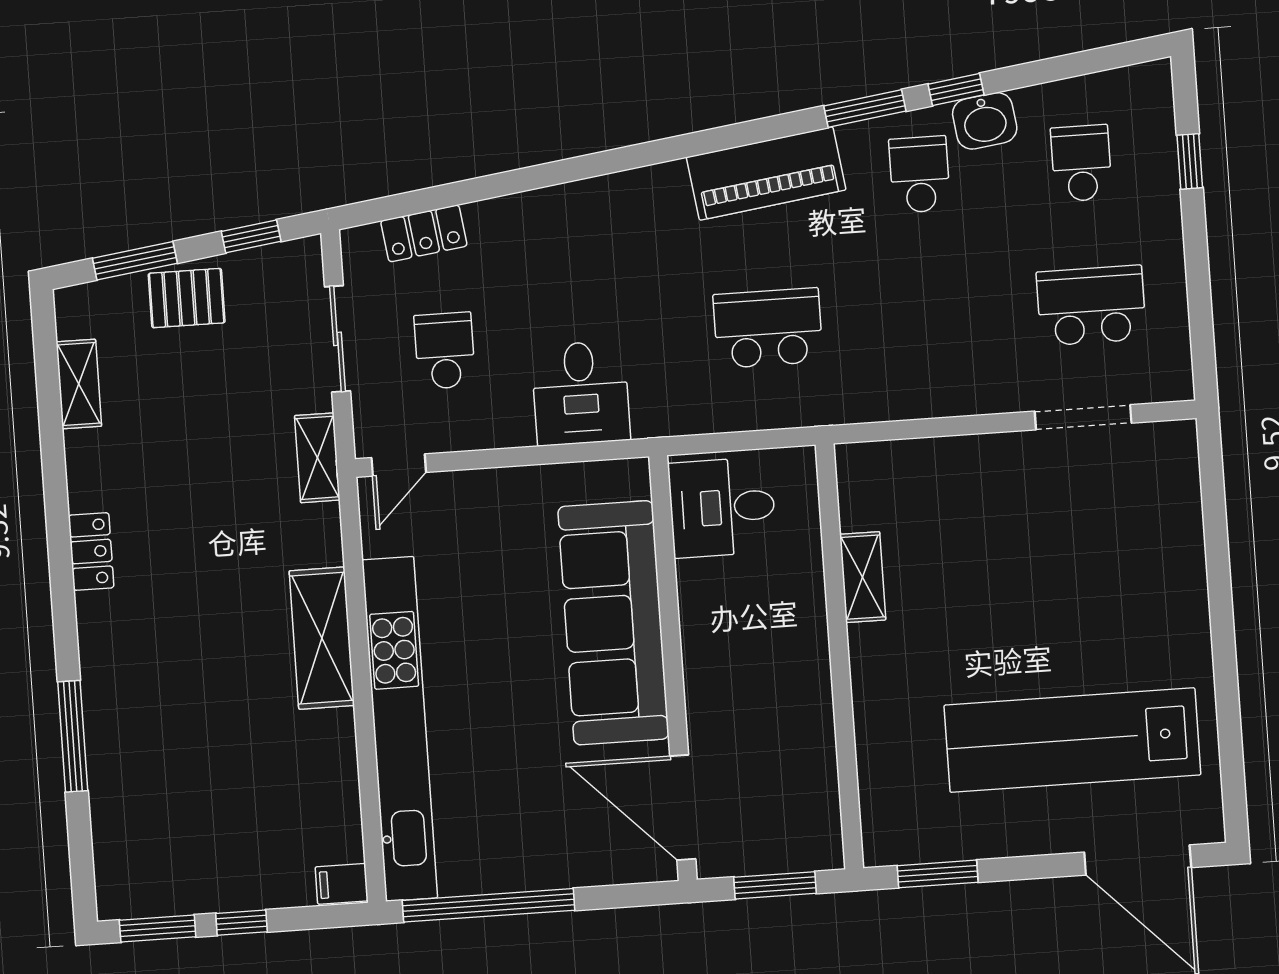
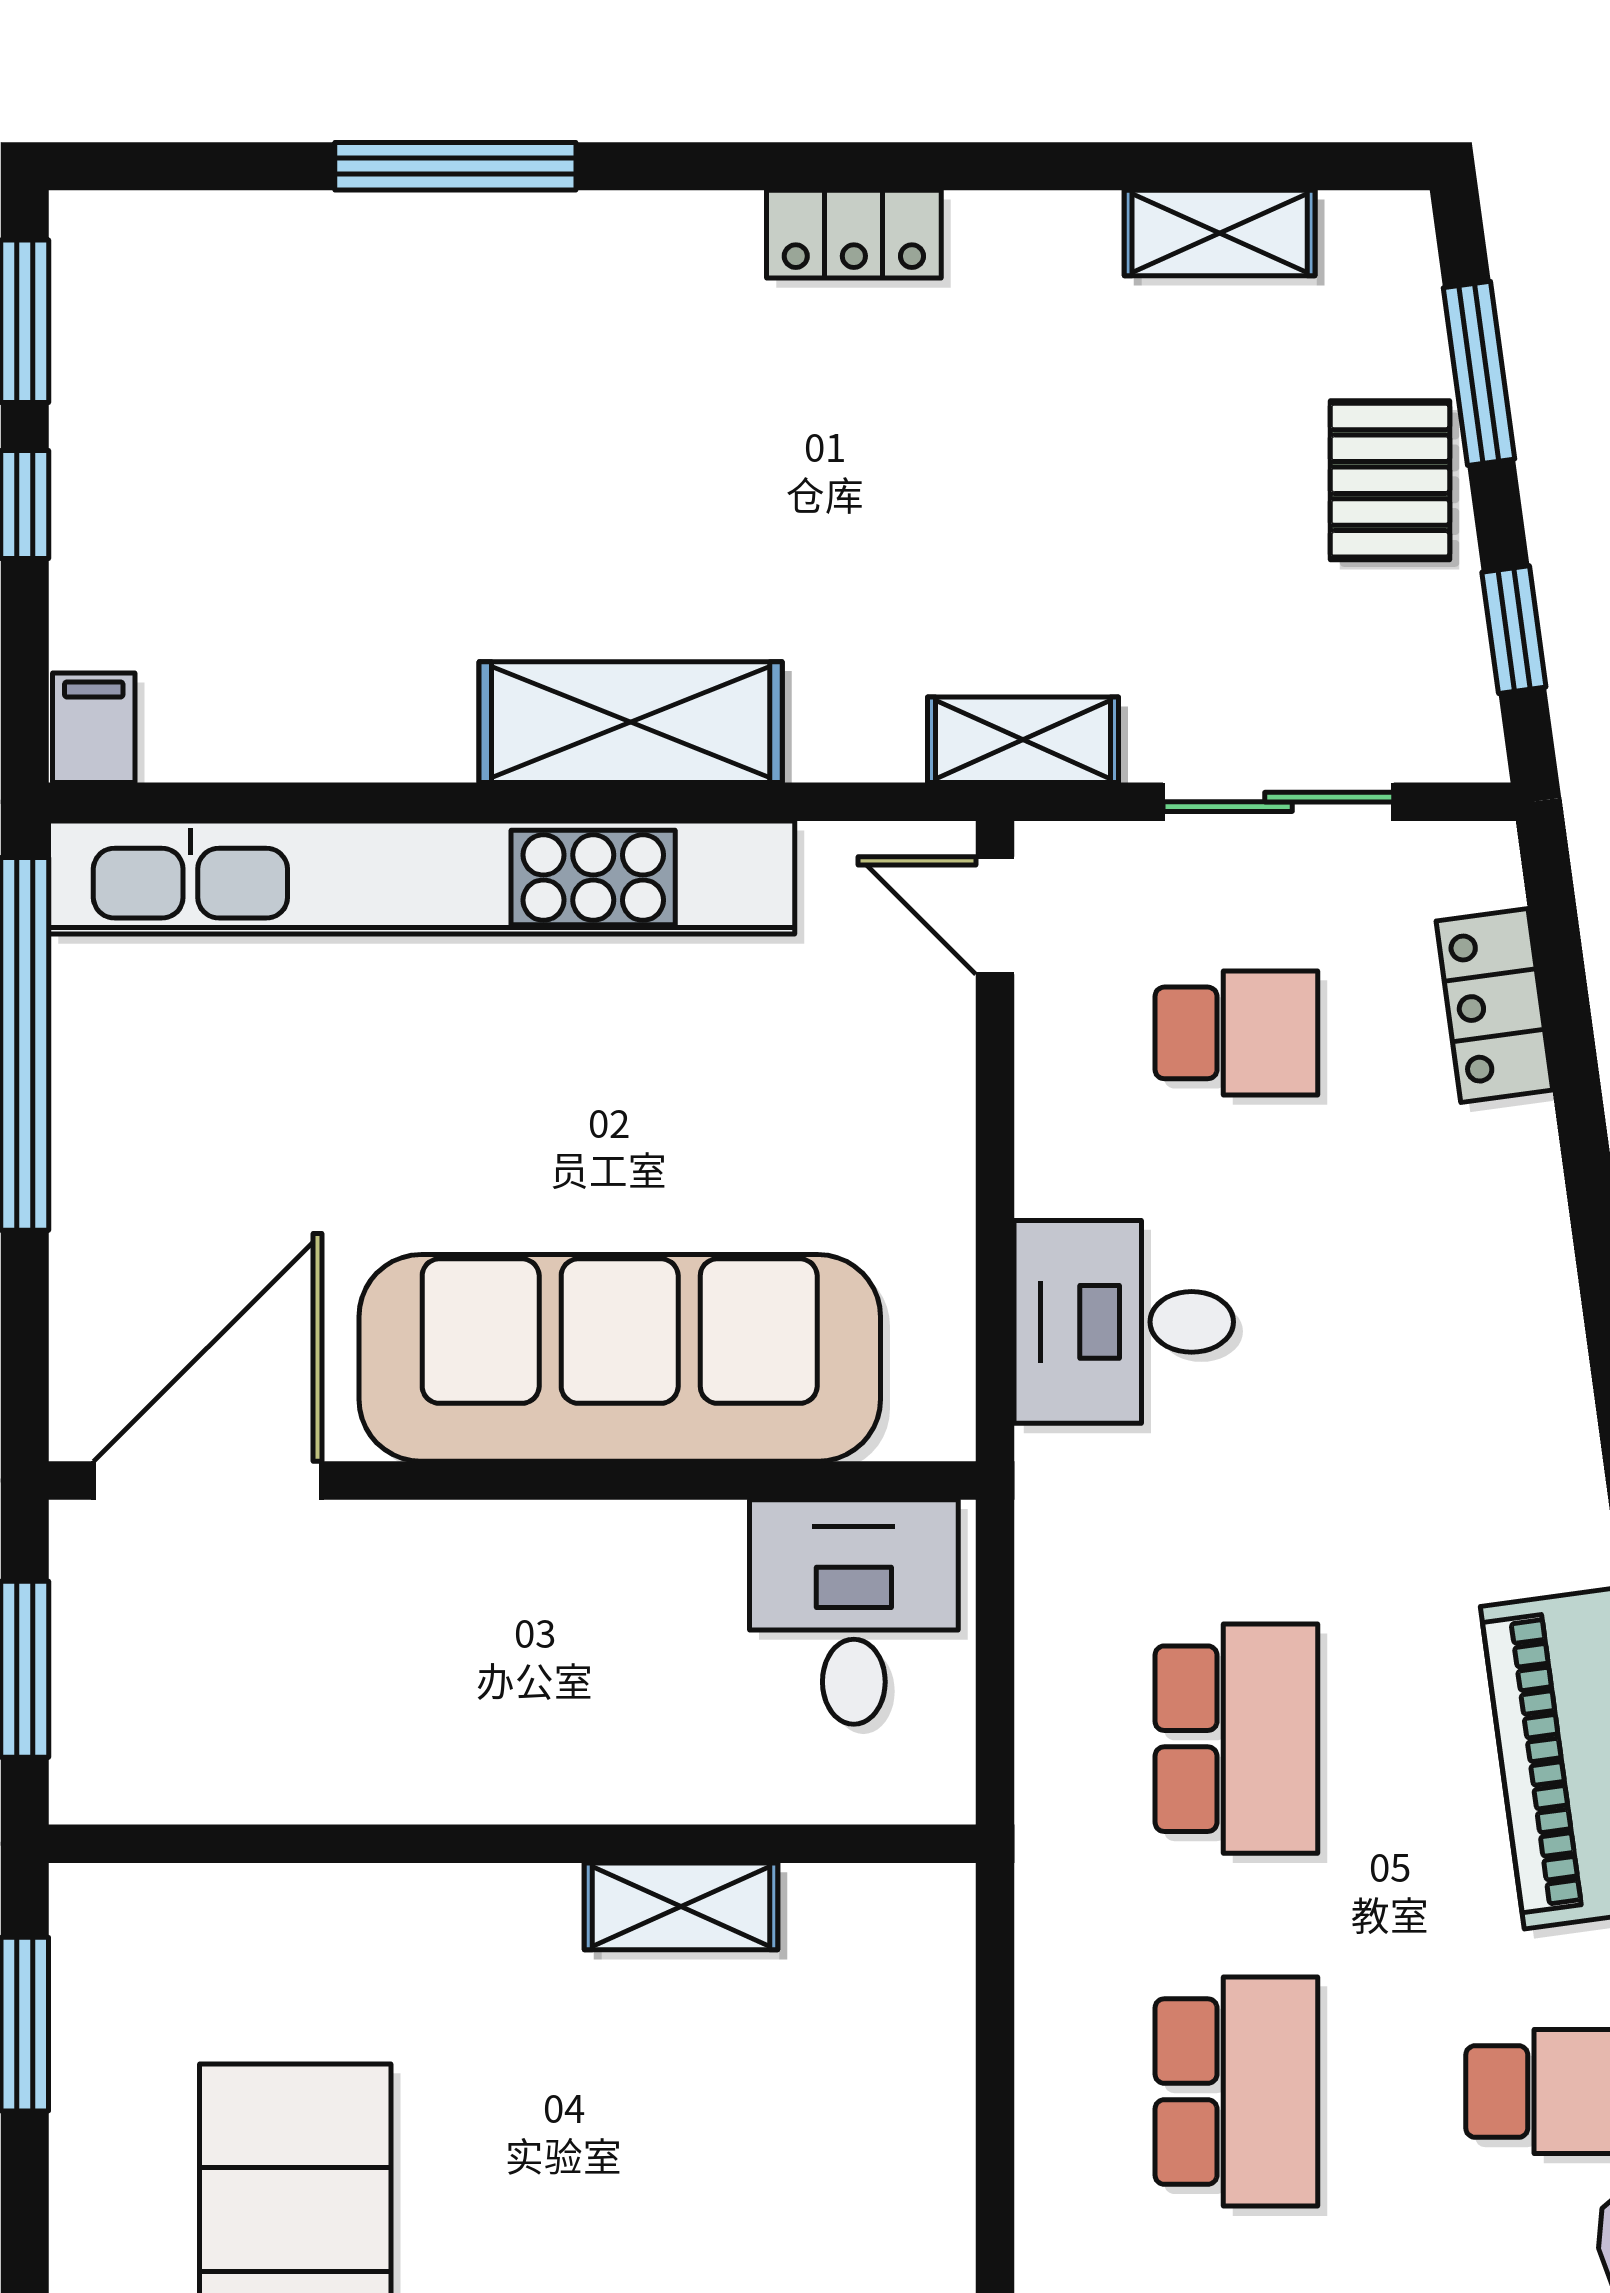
school desk: (930, 317) -> (1236, 2092), added

